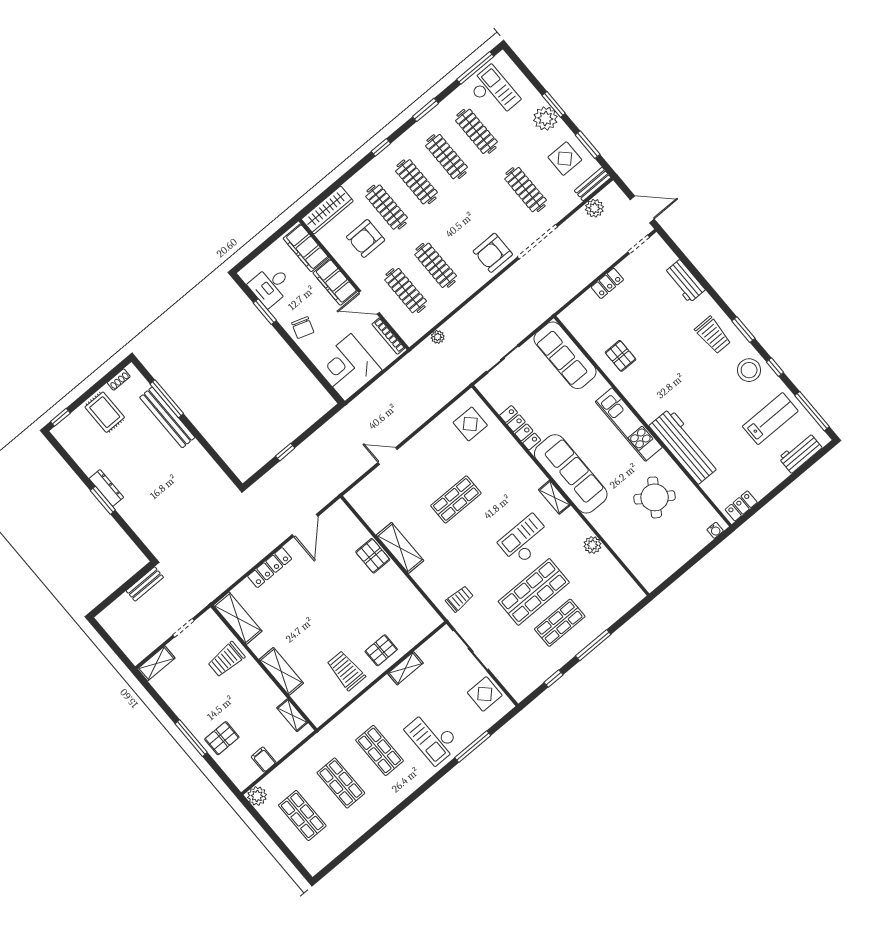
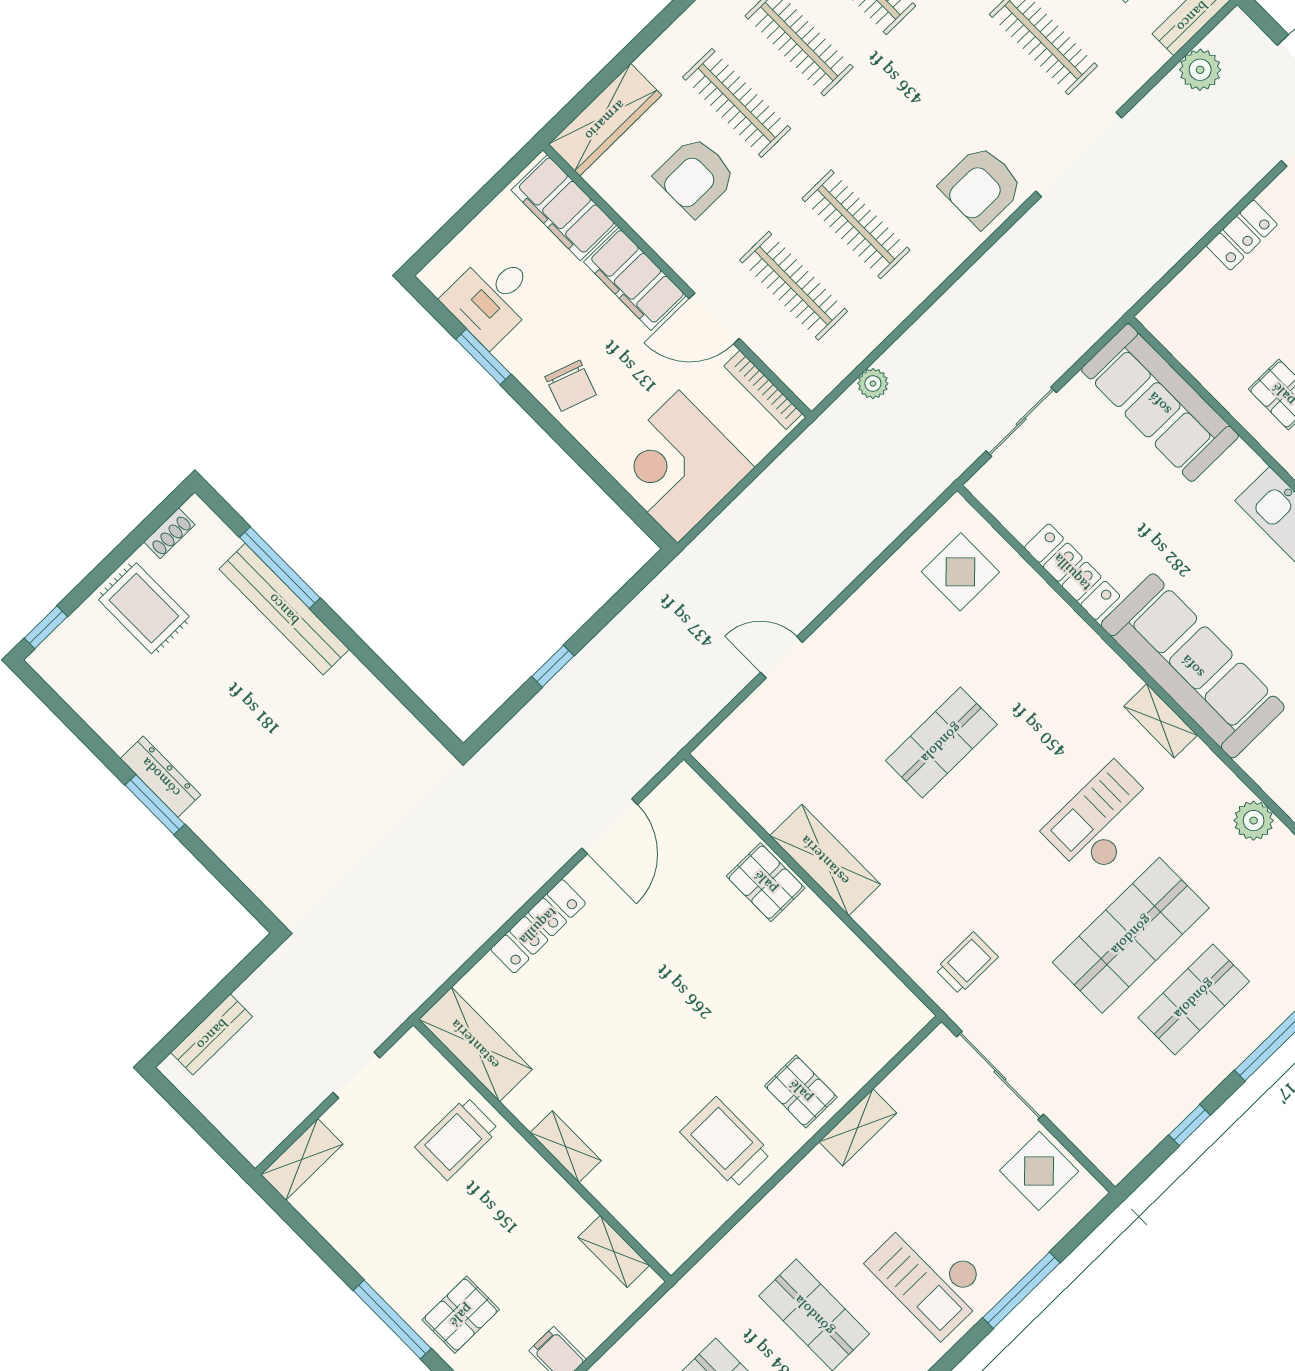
bench: (145, 584) -> (212, 1034), moved
pallet: (381, 650) -> (801, 1091), turned 90
shelving: (281, 671) -> (566, 1147), width x0.67, depth x0.75

